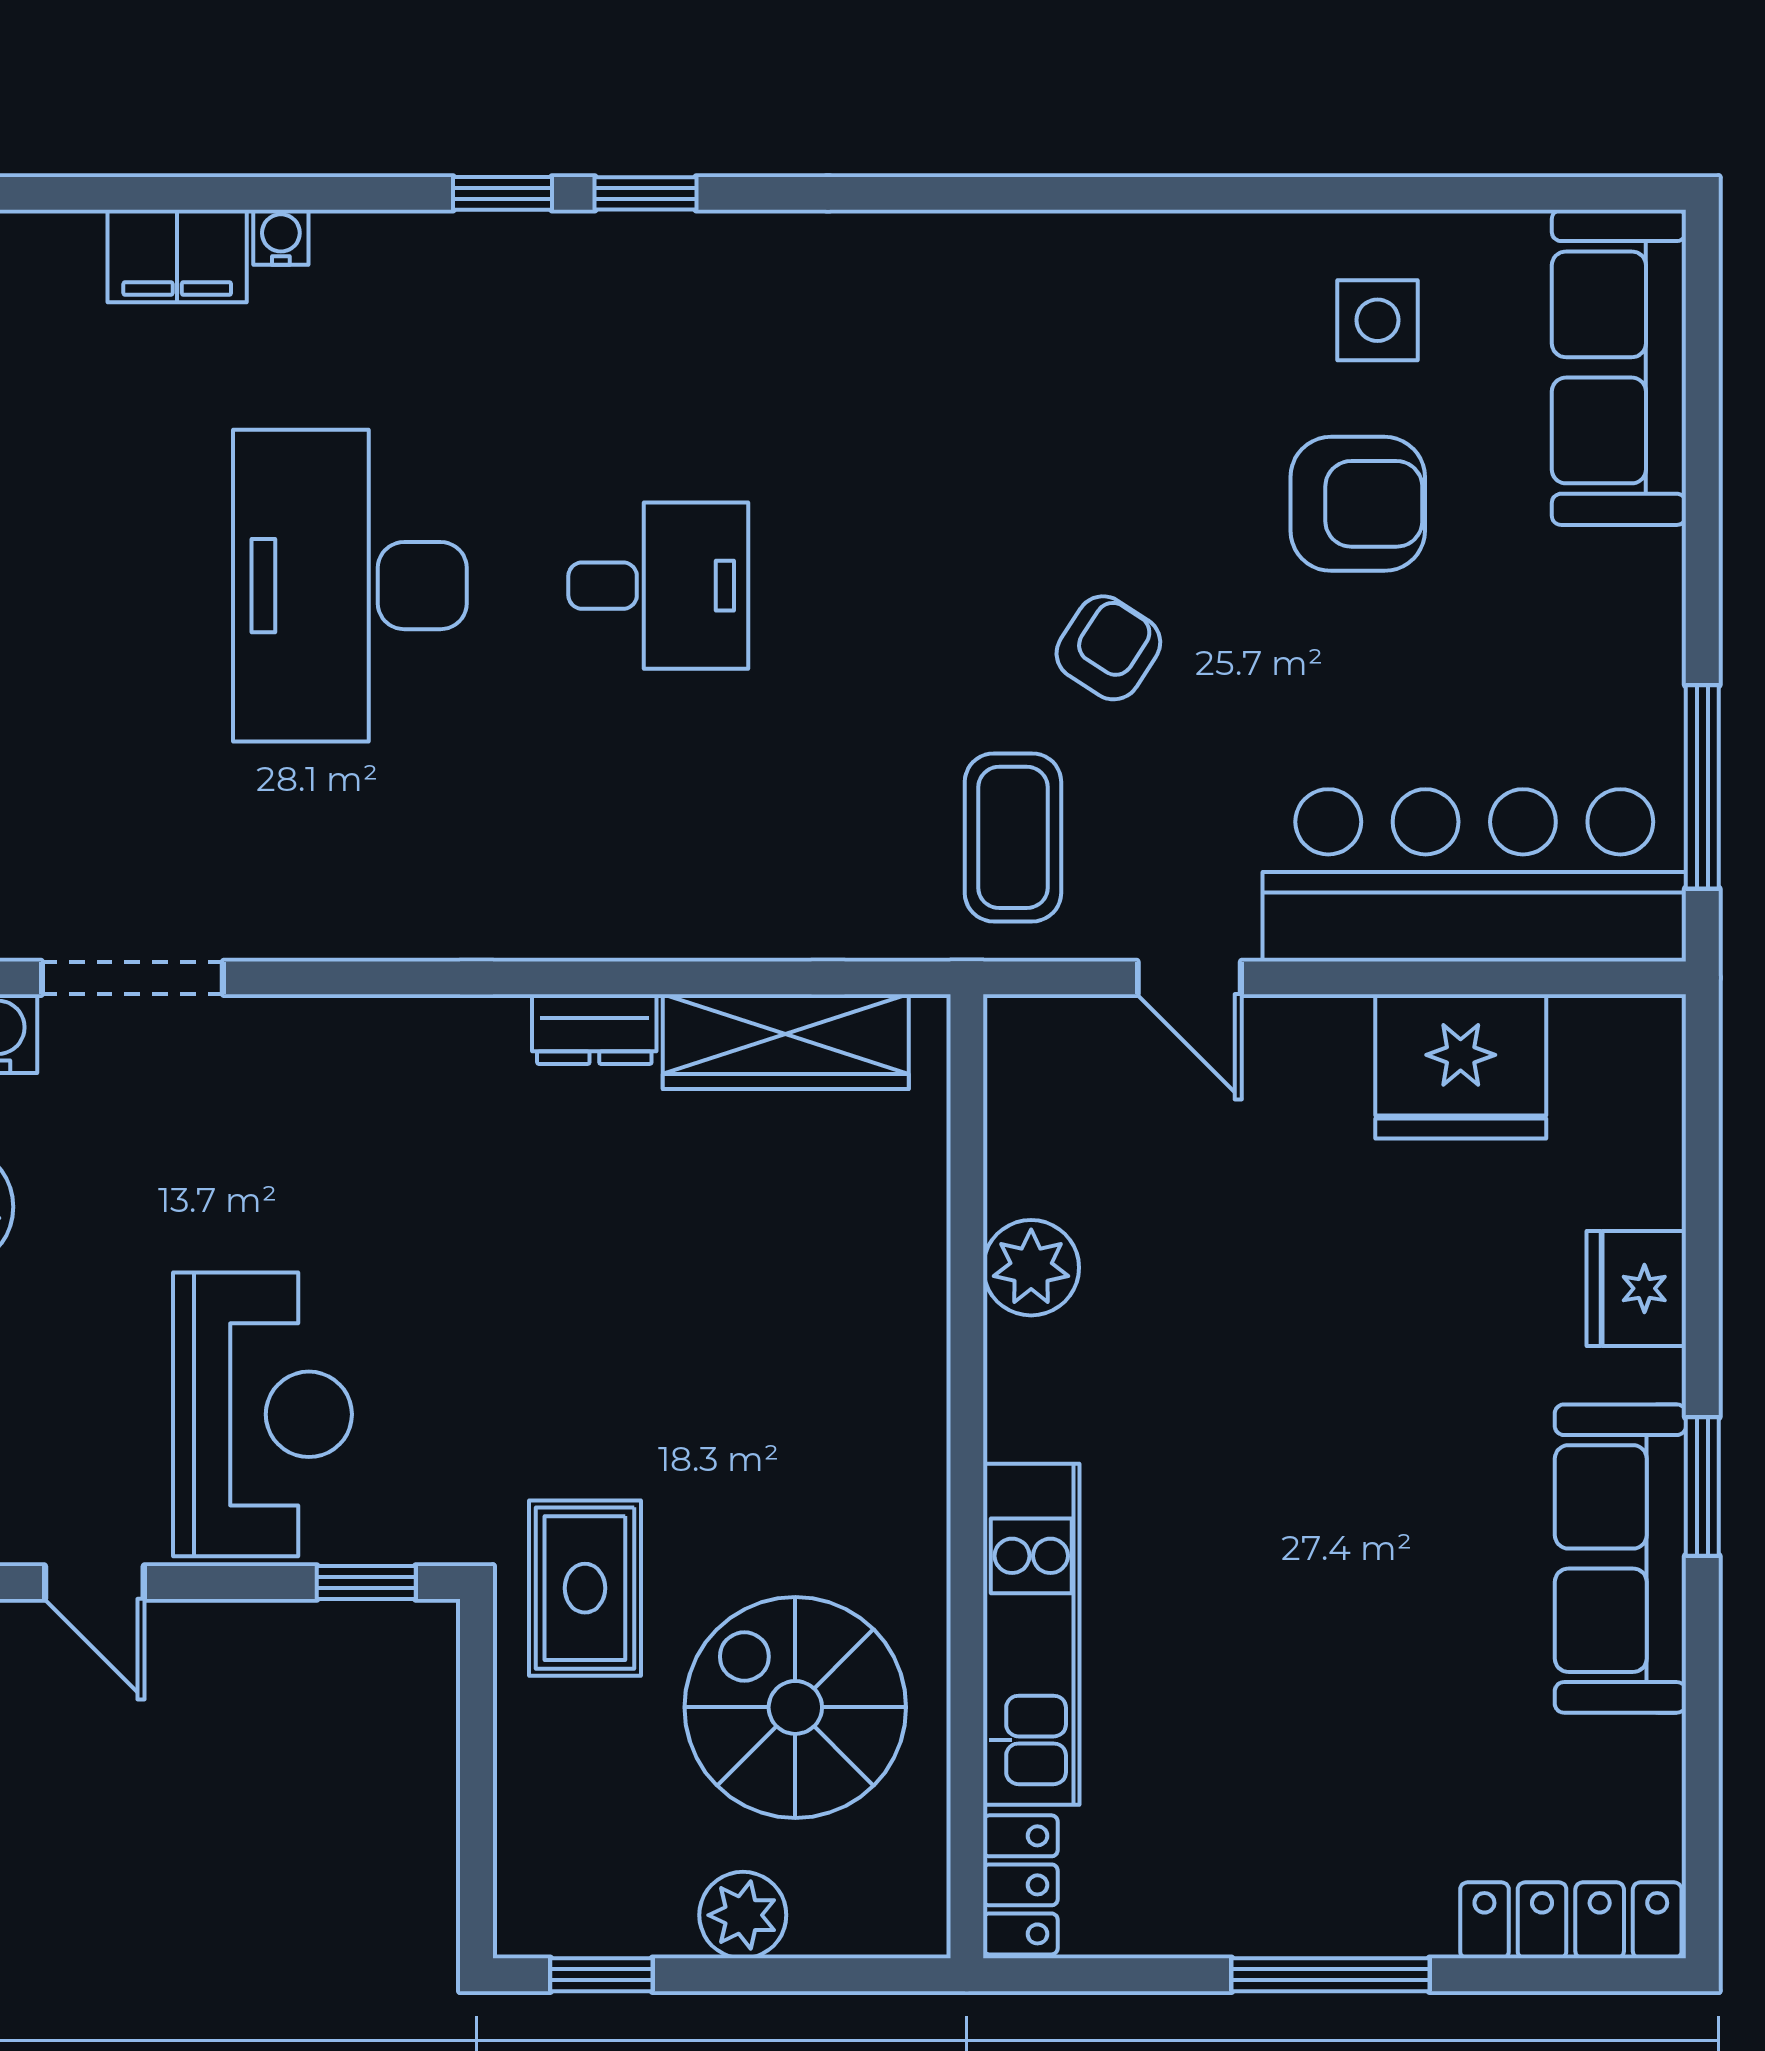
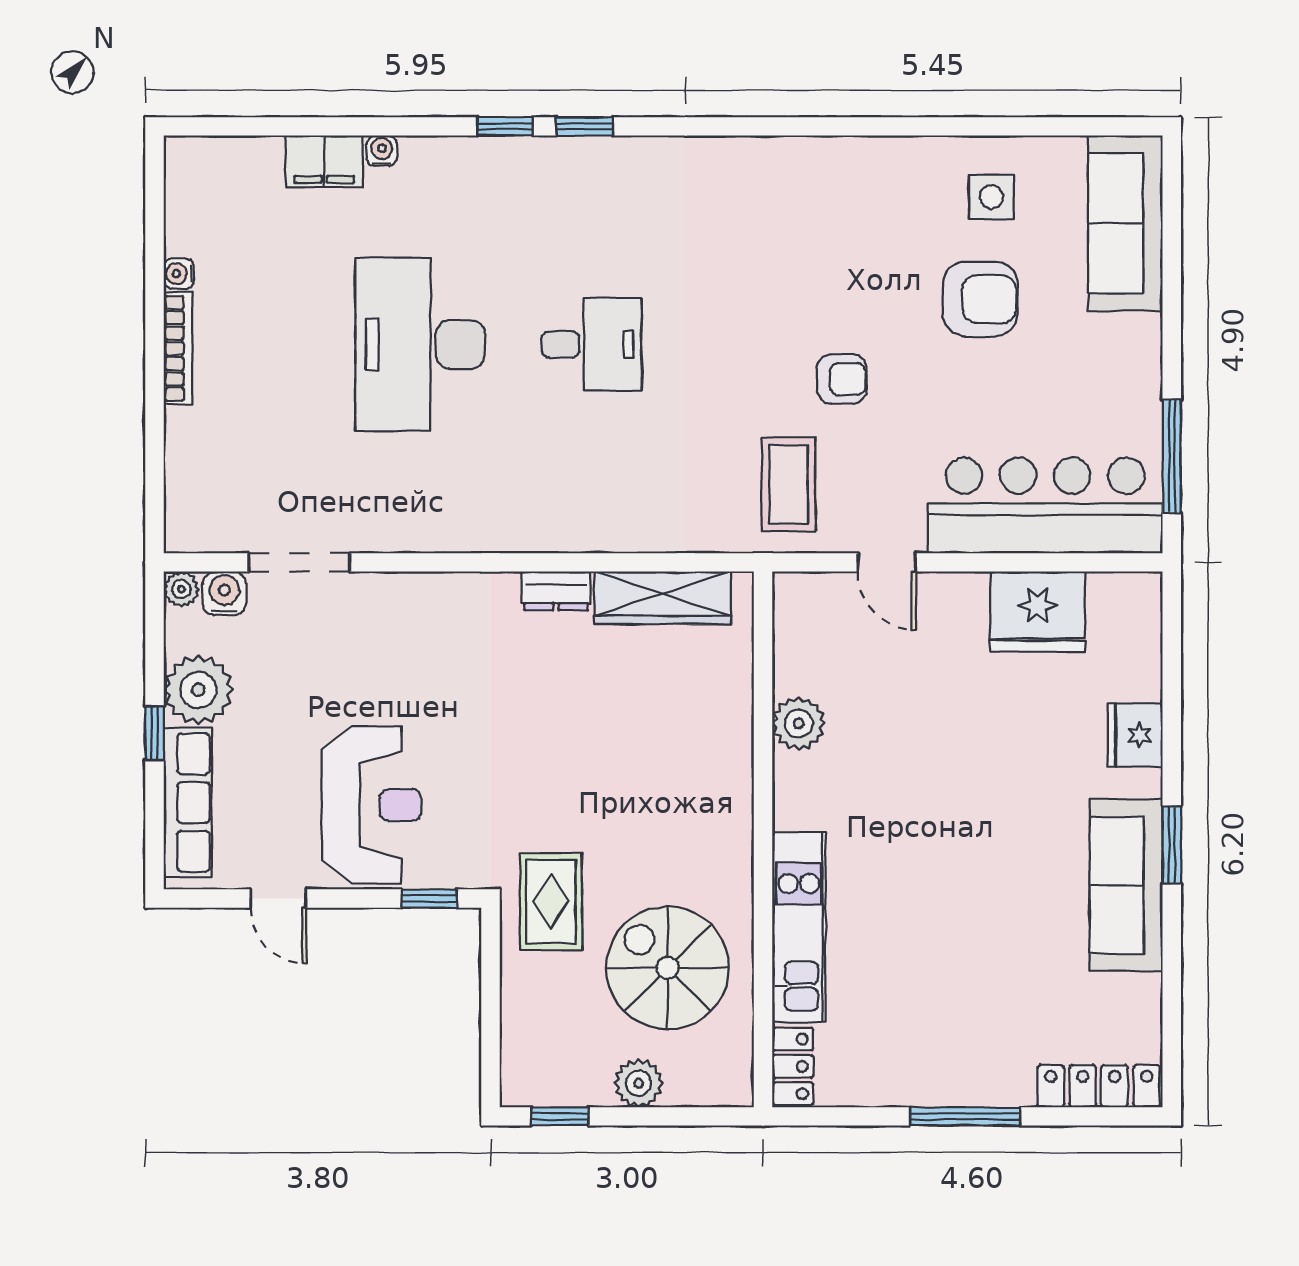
armchair: (1108, 648) -> (842, 379), turned 57

